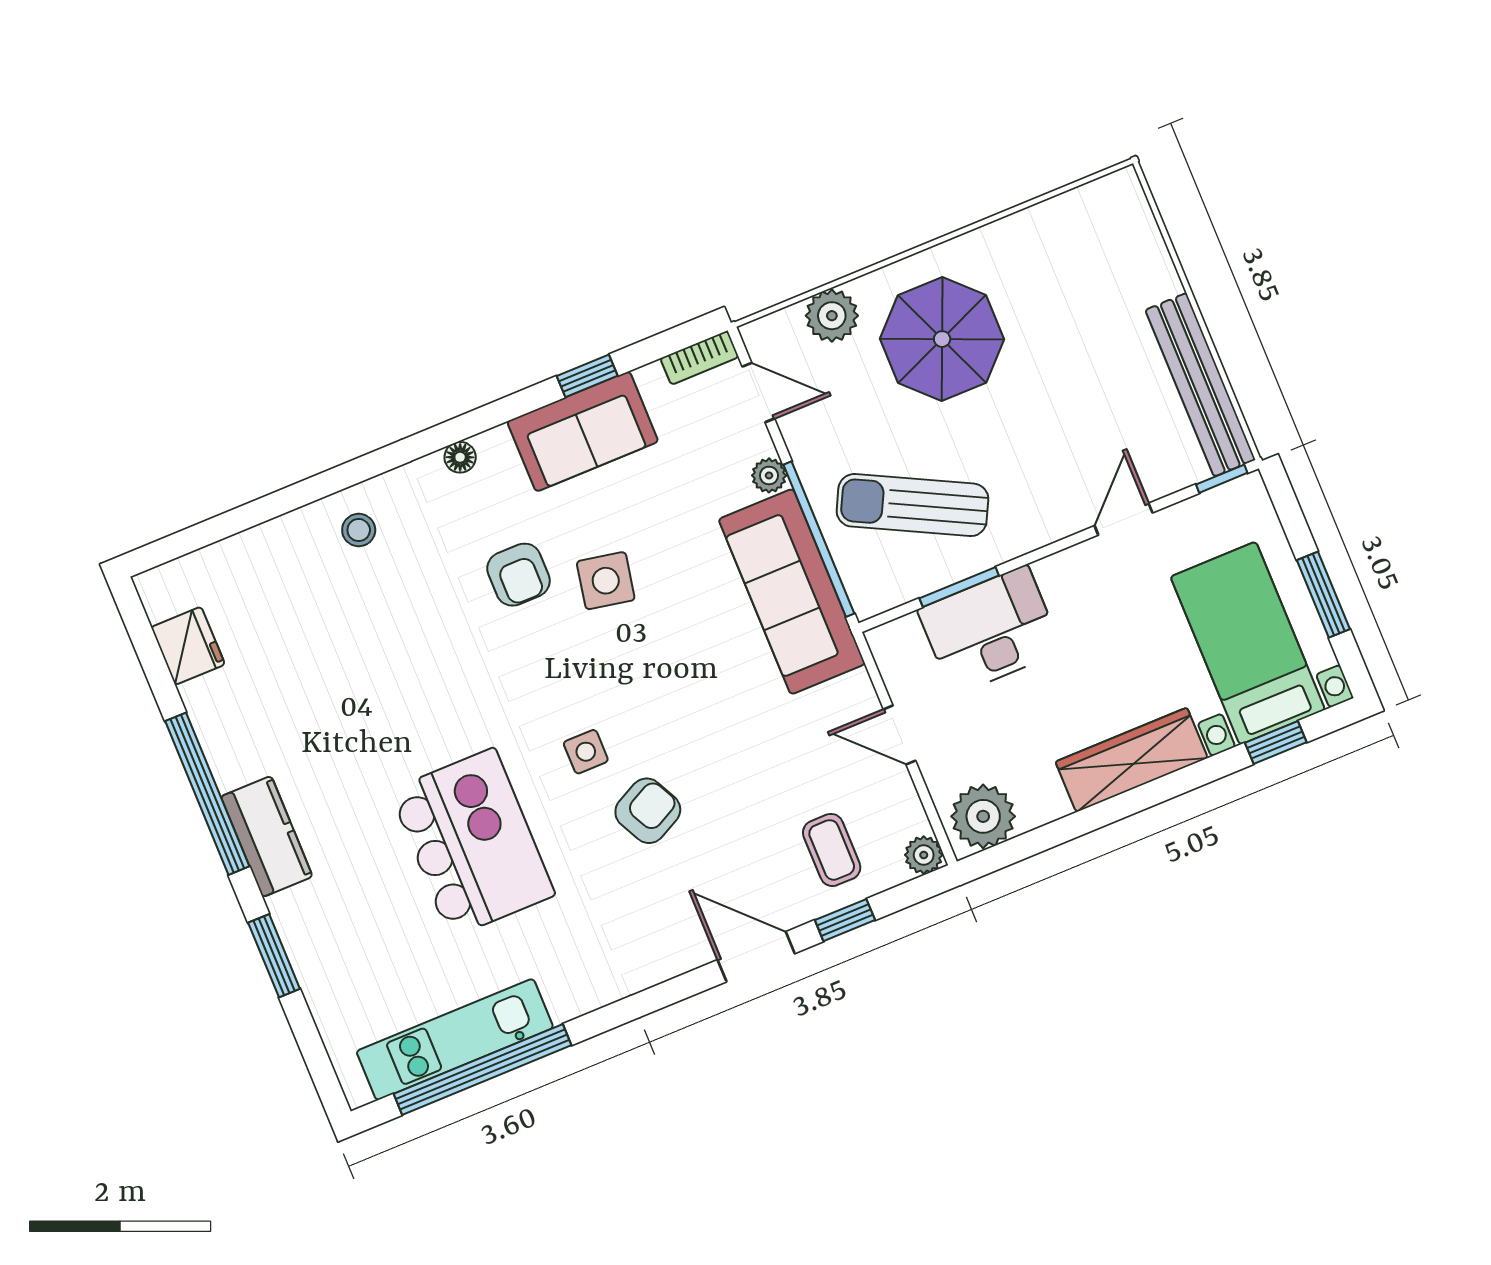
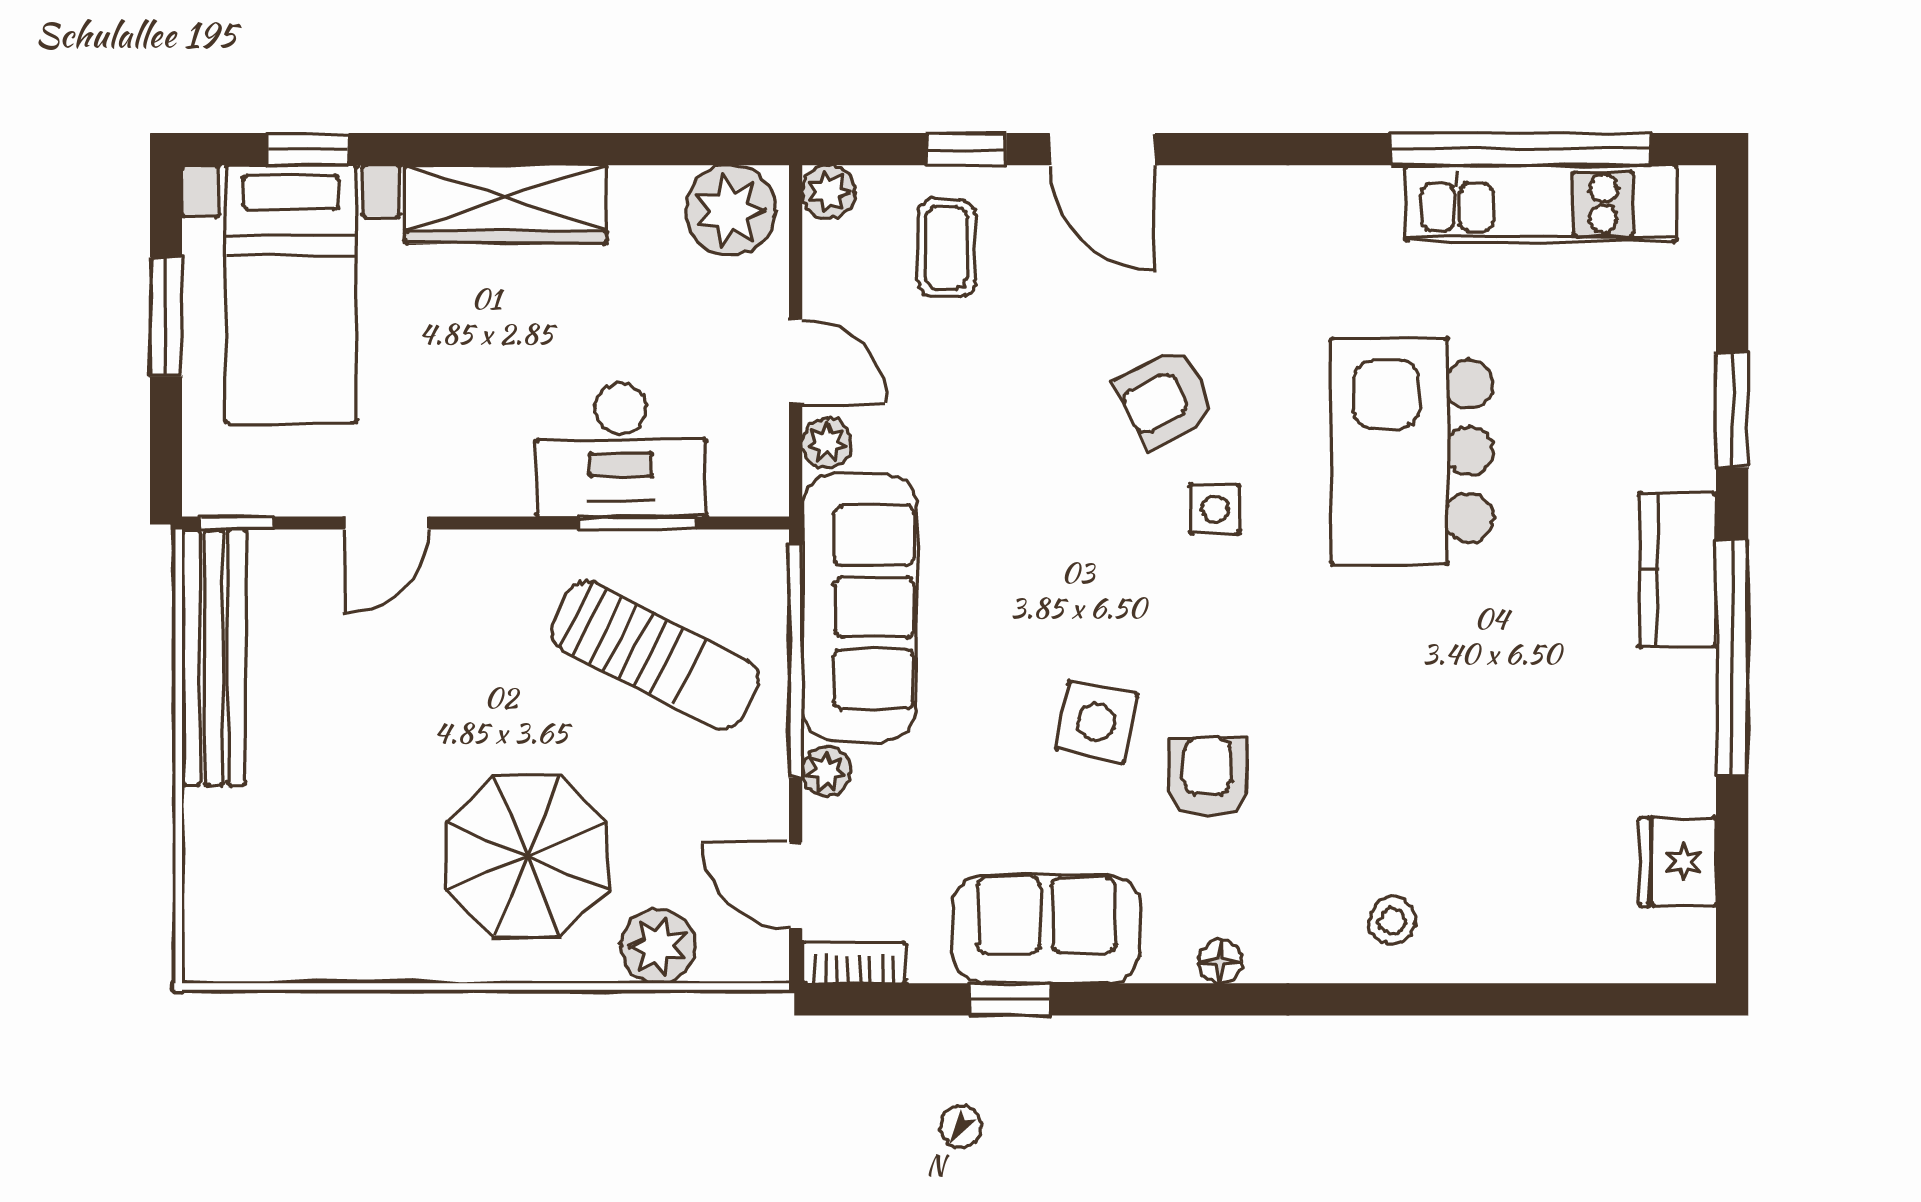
plant: (857, 690) -> (827, 443), added

